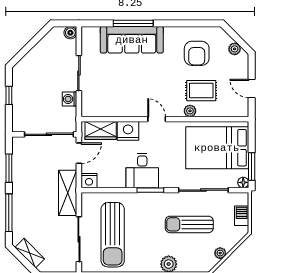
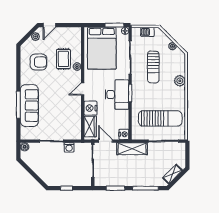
door: (252, 88) -> (49, 25), moved
desk: (142, 170) -> (117, 95), width x1.37

